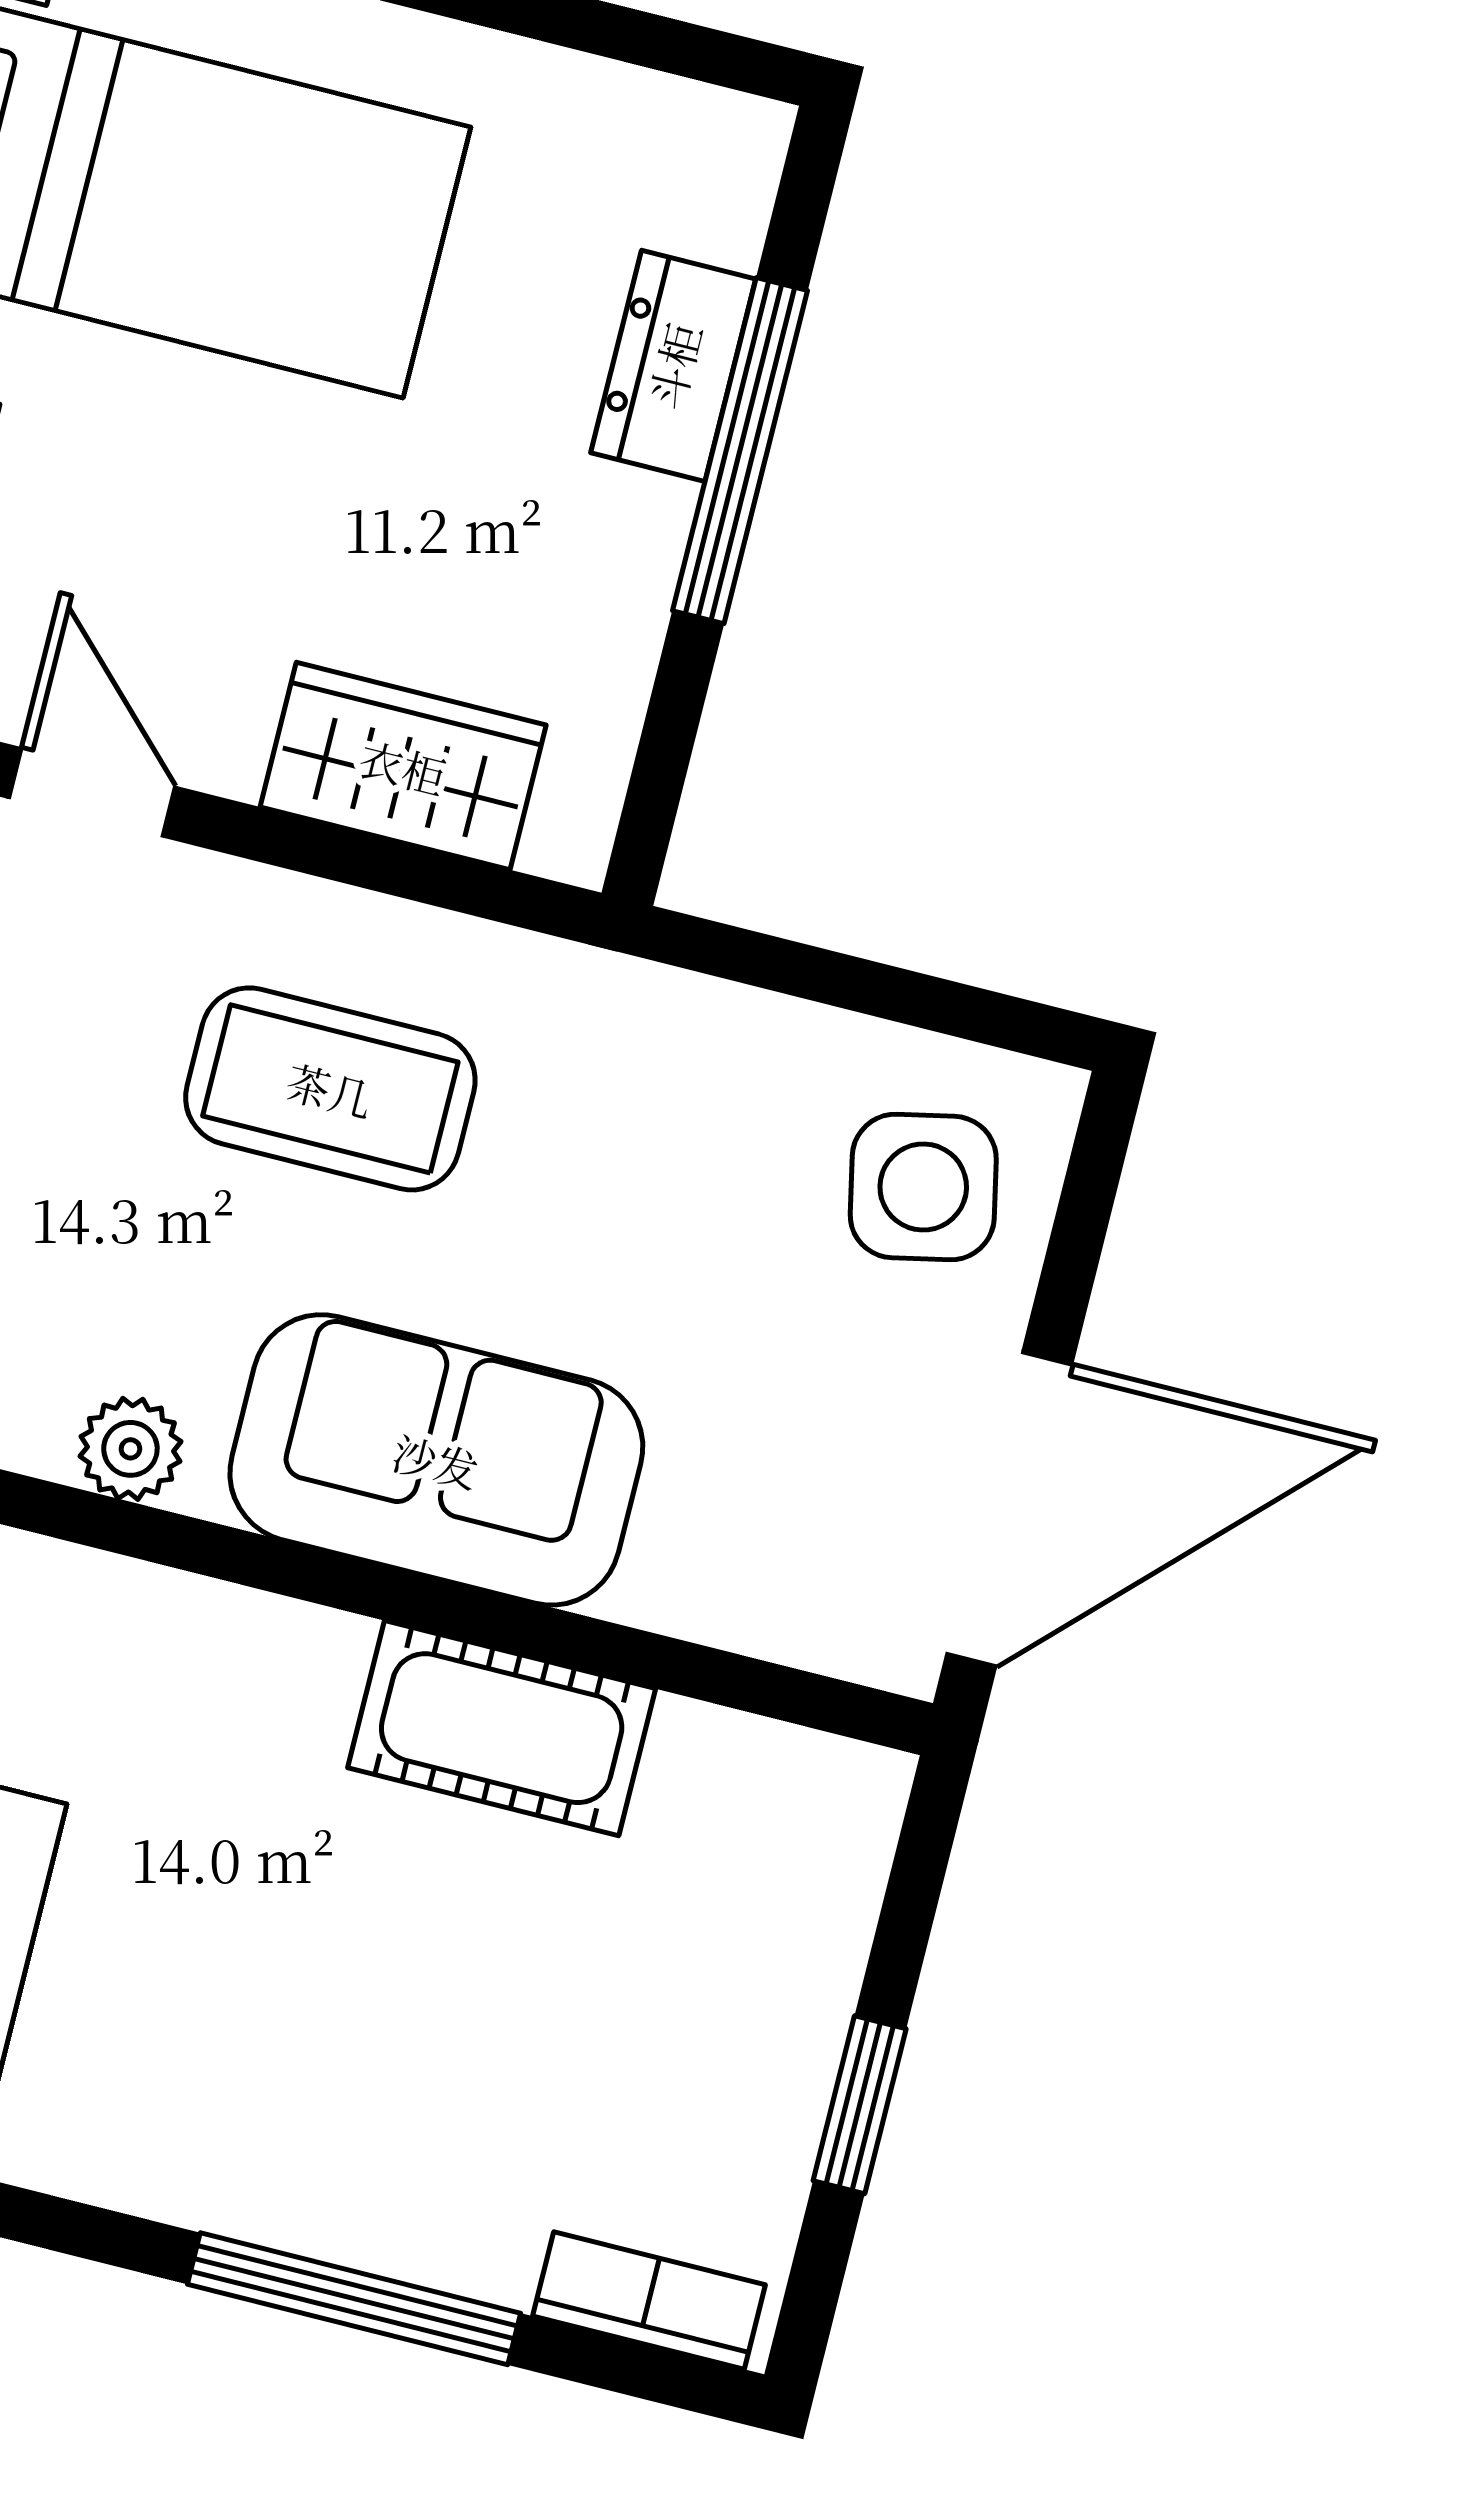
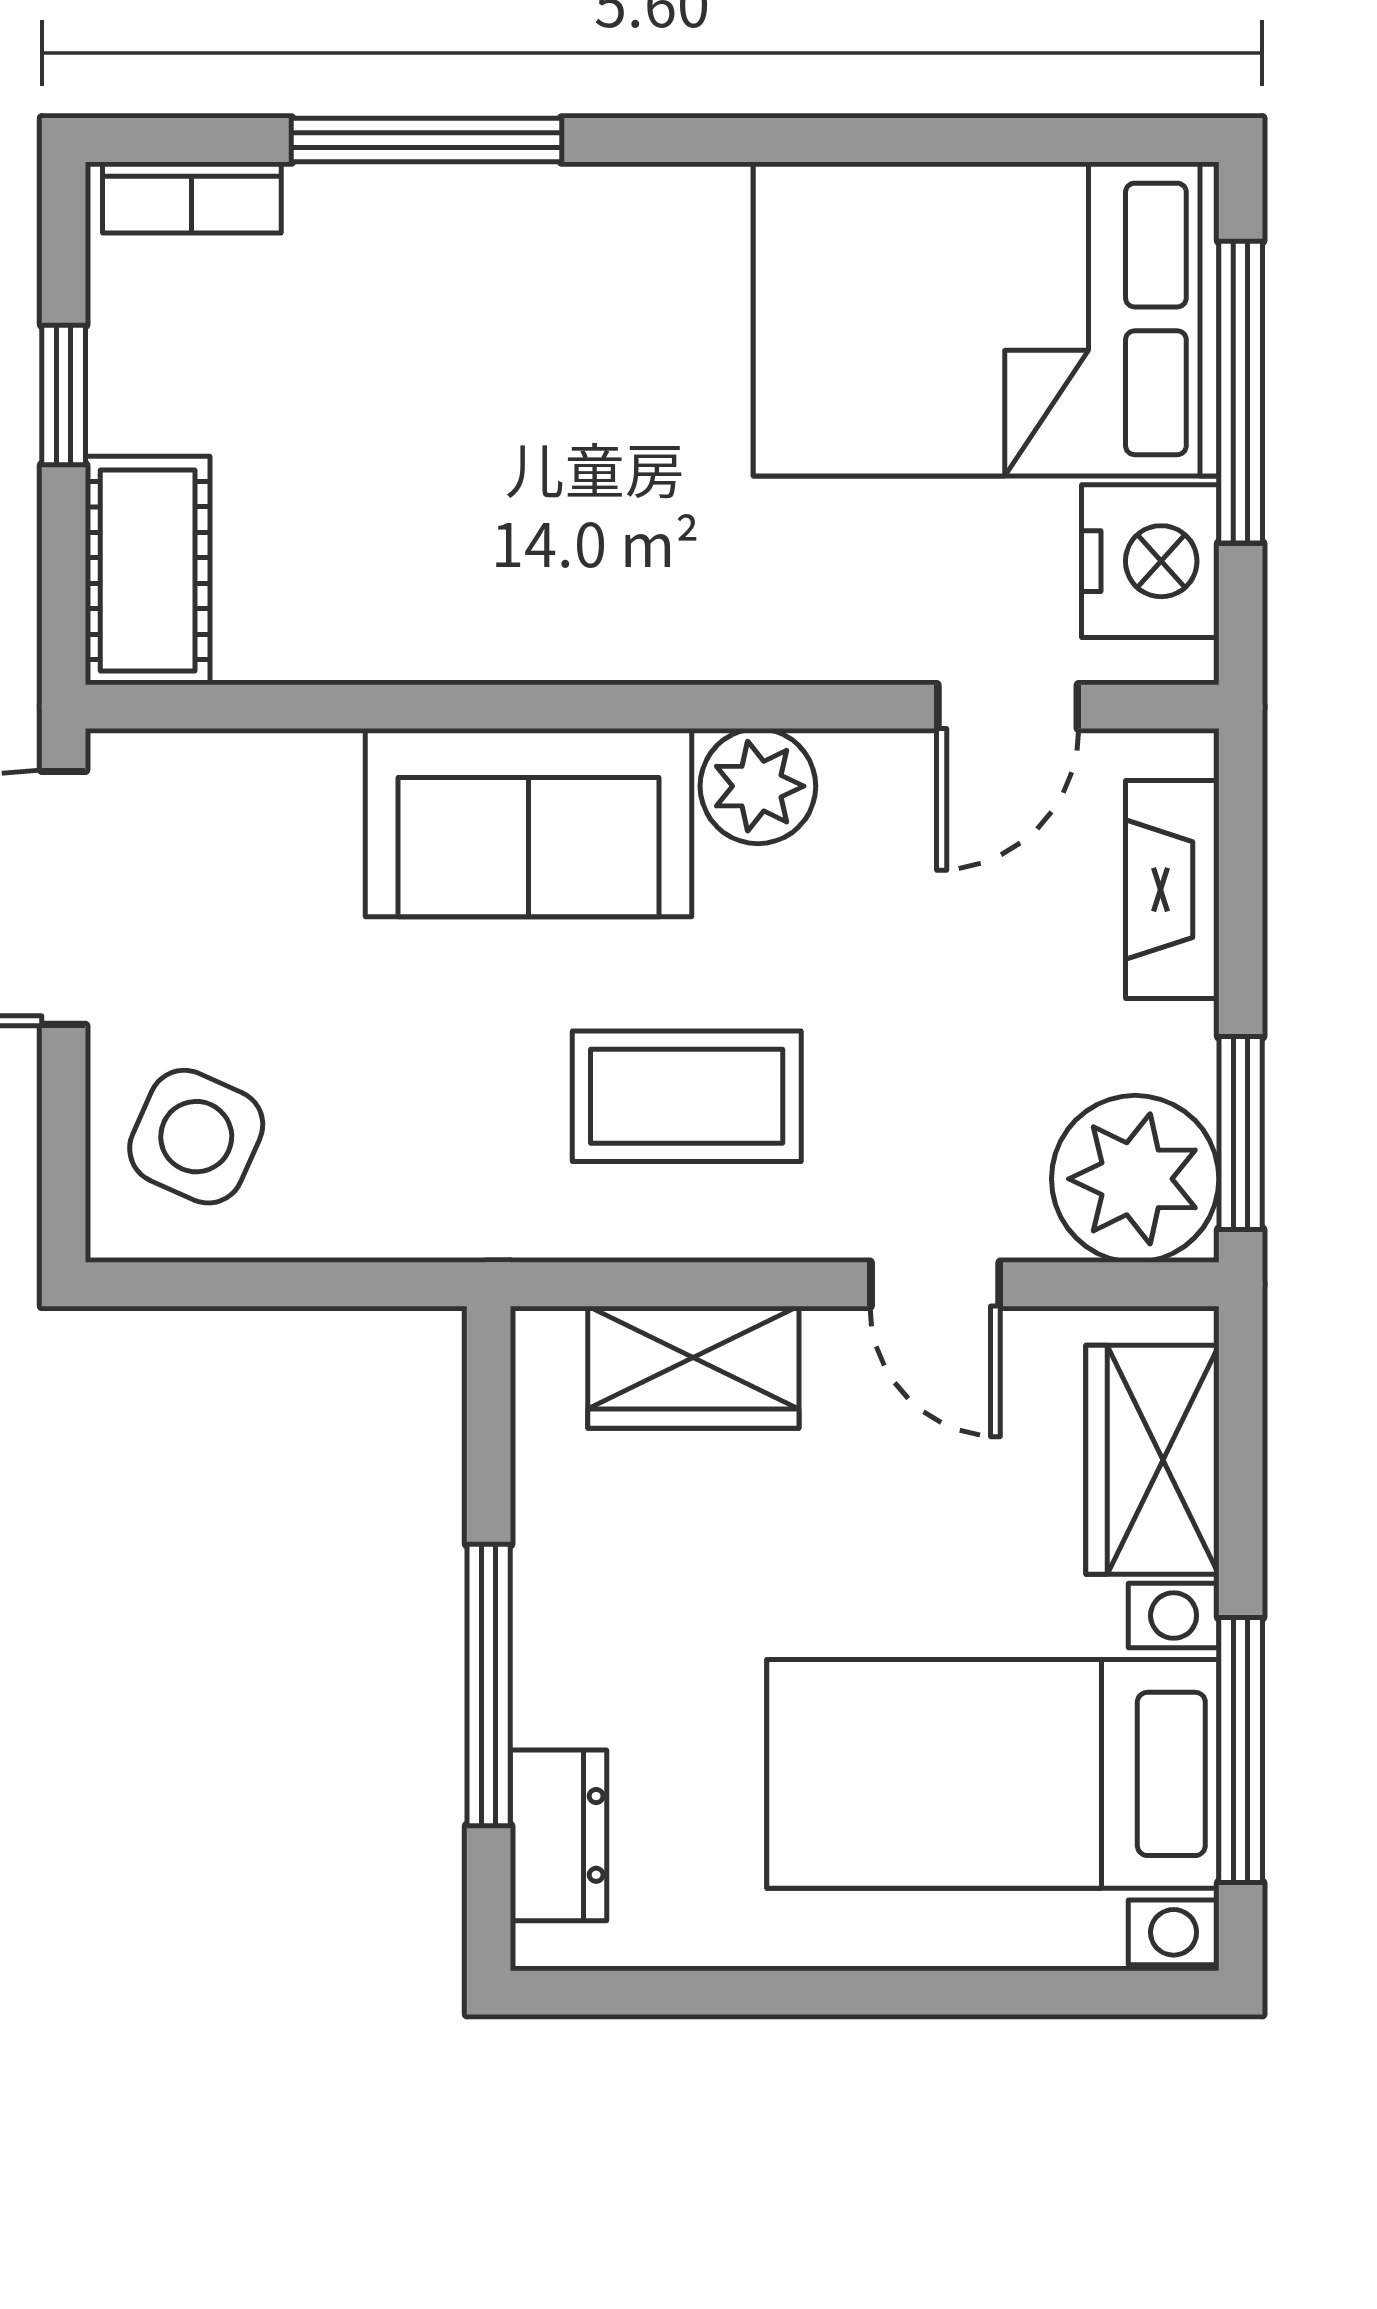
dresser: (673, 366) -> (559, 1835), moved
side table: (923, 1187) -> (196, 1137), turned 36
plant: (130, 1449) -> (758, 786), width x1.38, depth x1.38
cot: (502, 1728) -> (148, 570), moved, turned 90

